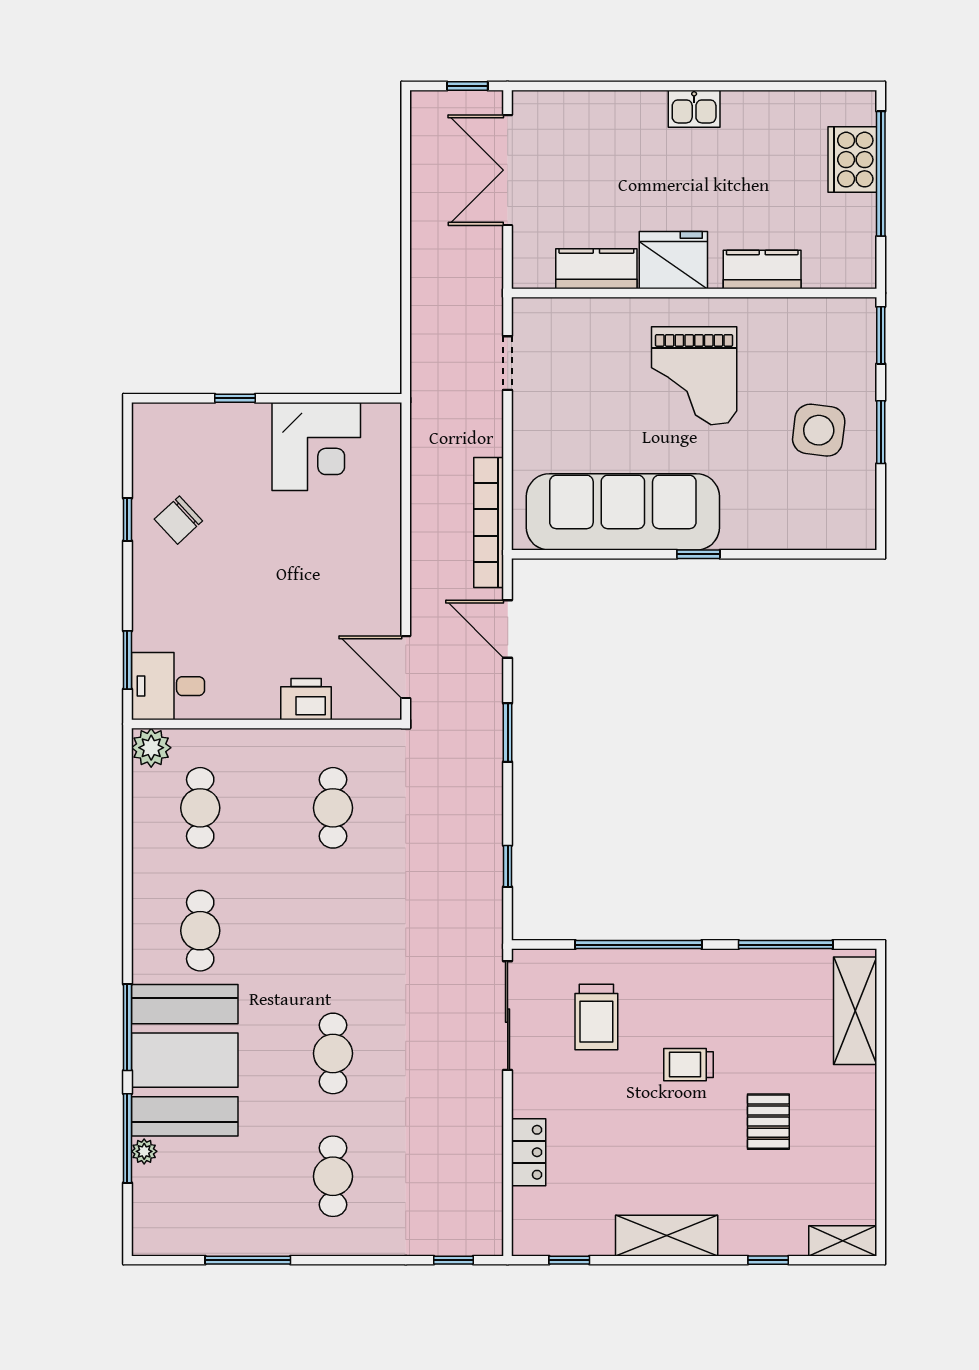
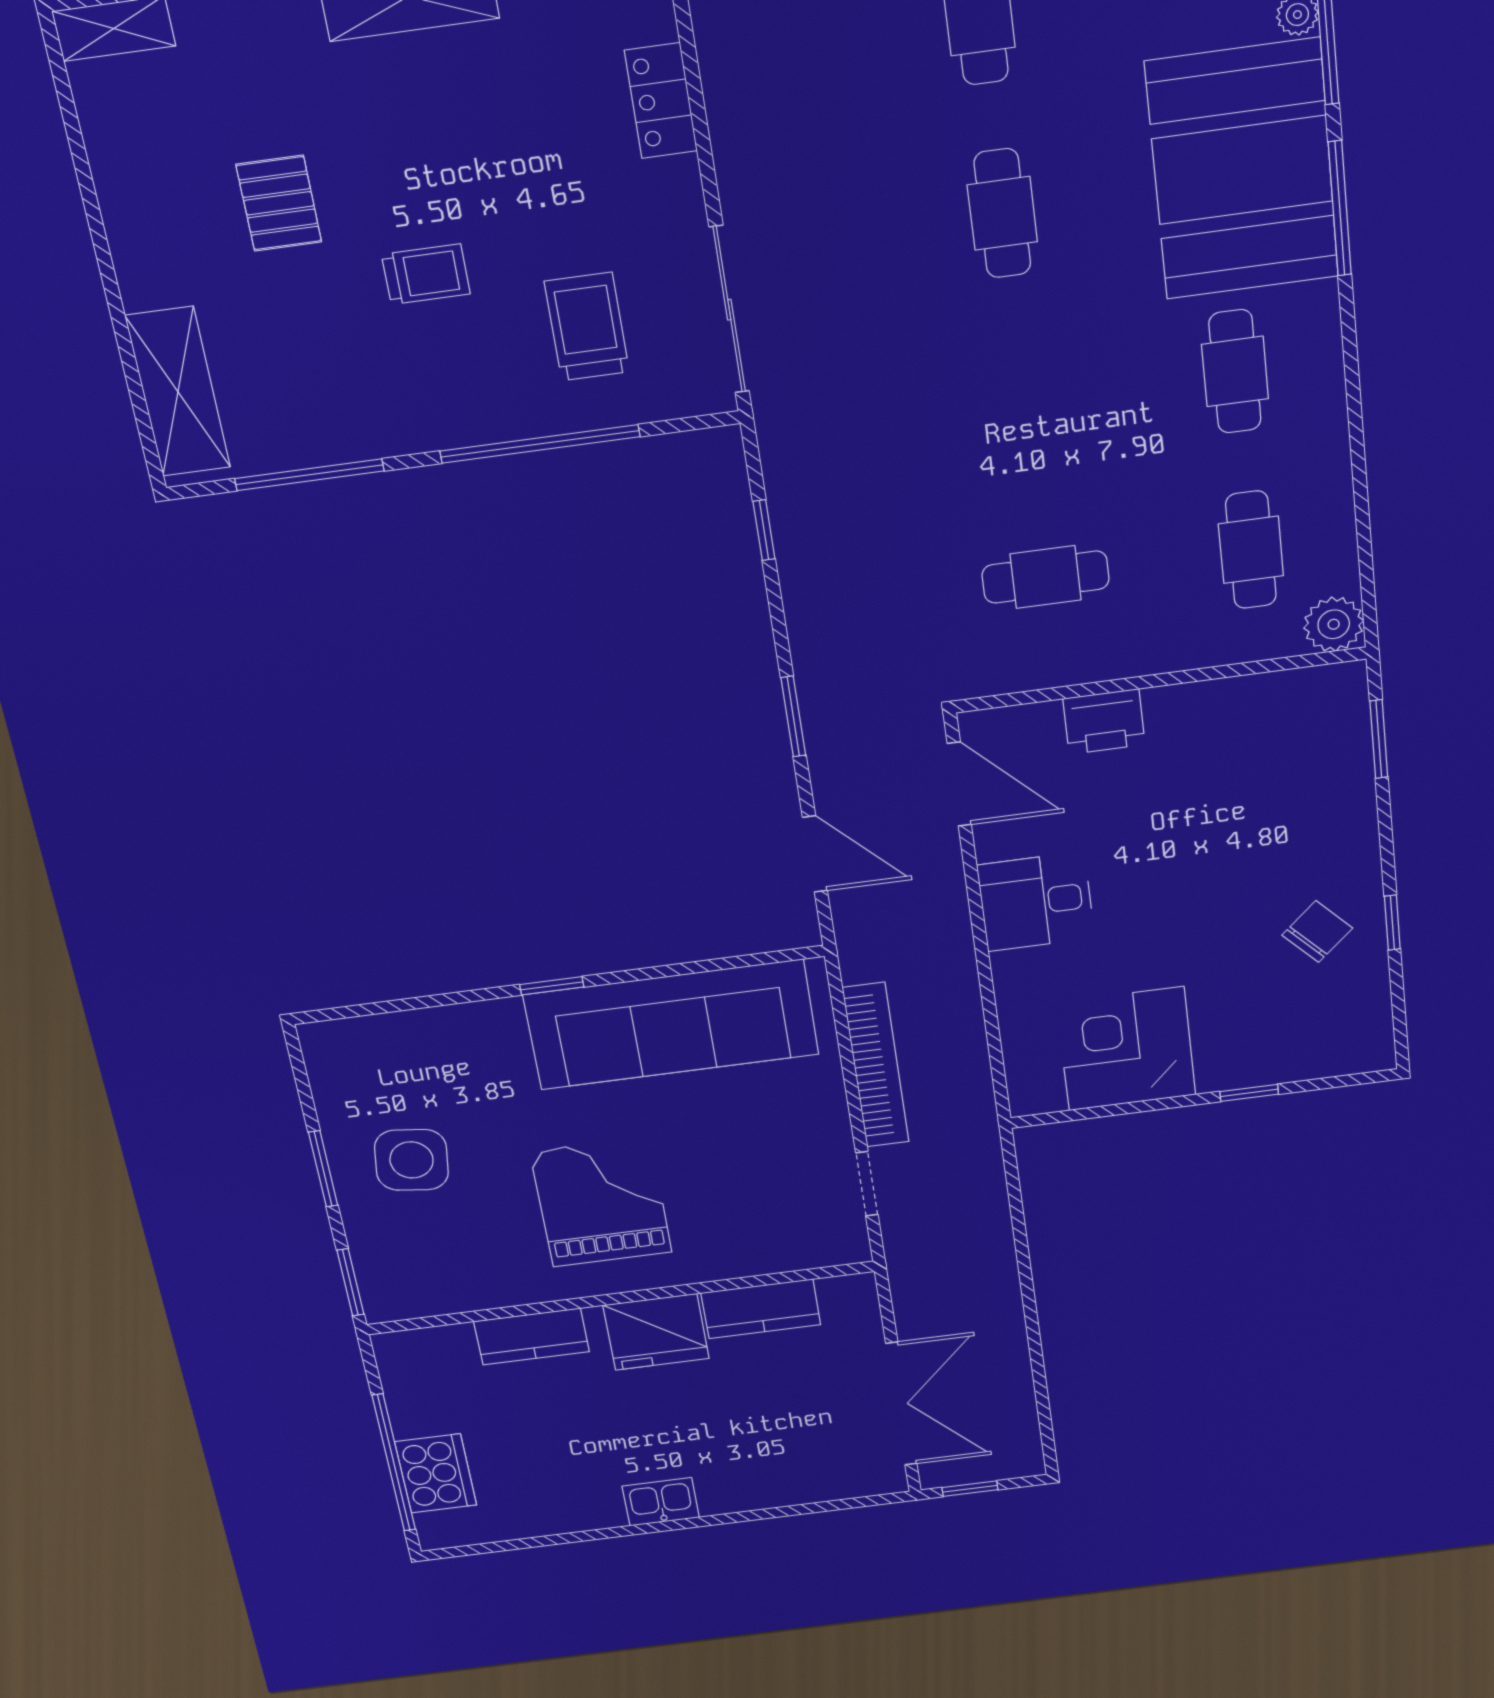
bookcase: (489, 523) -> (876, 1065), moved
desk: (168, 686) -> (1036, 902), moved, turned 180
cafe table: (333, 808) -> (1046, 577), turned 90

